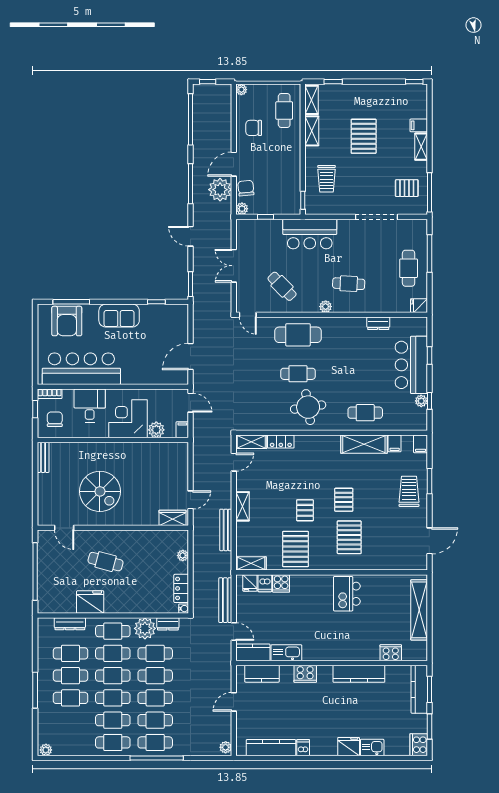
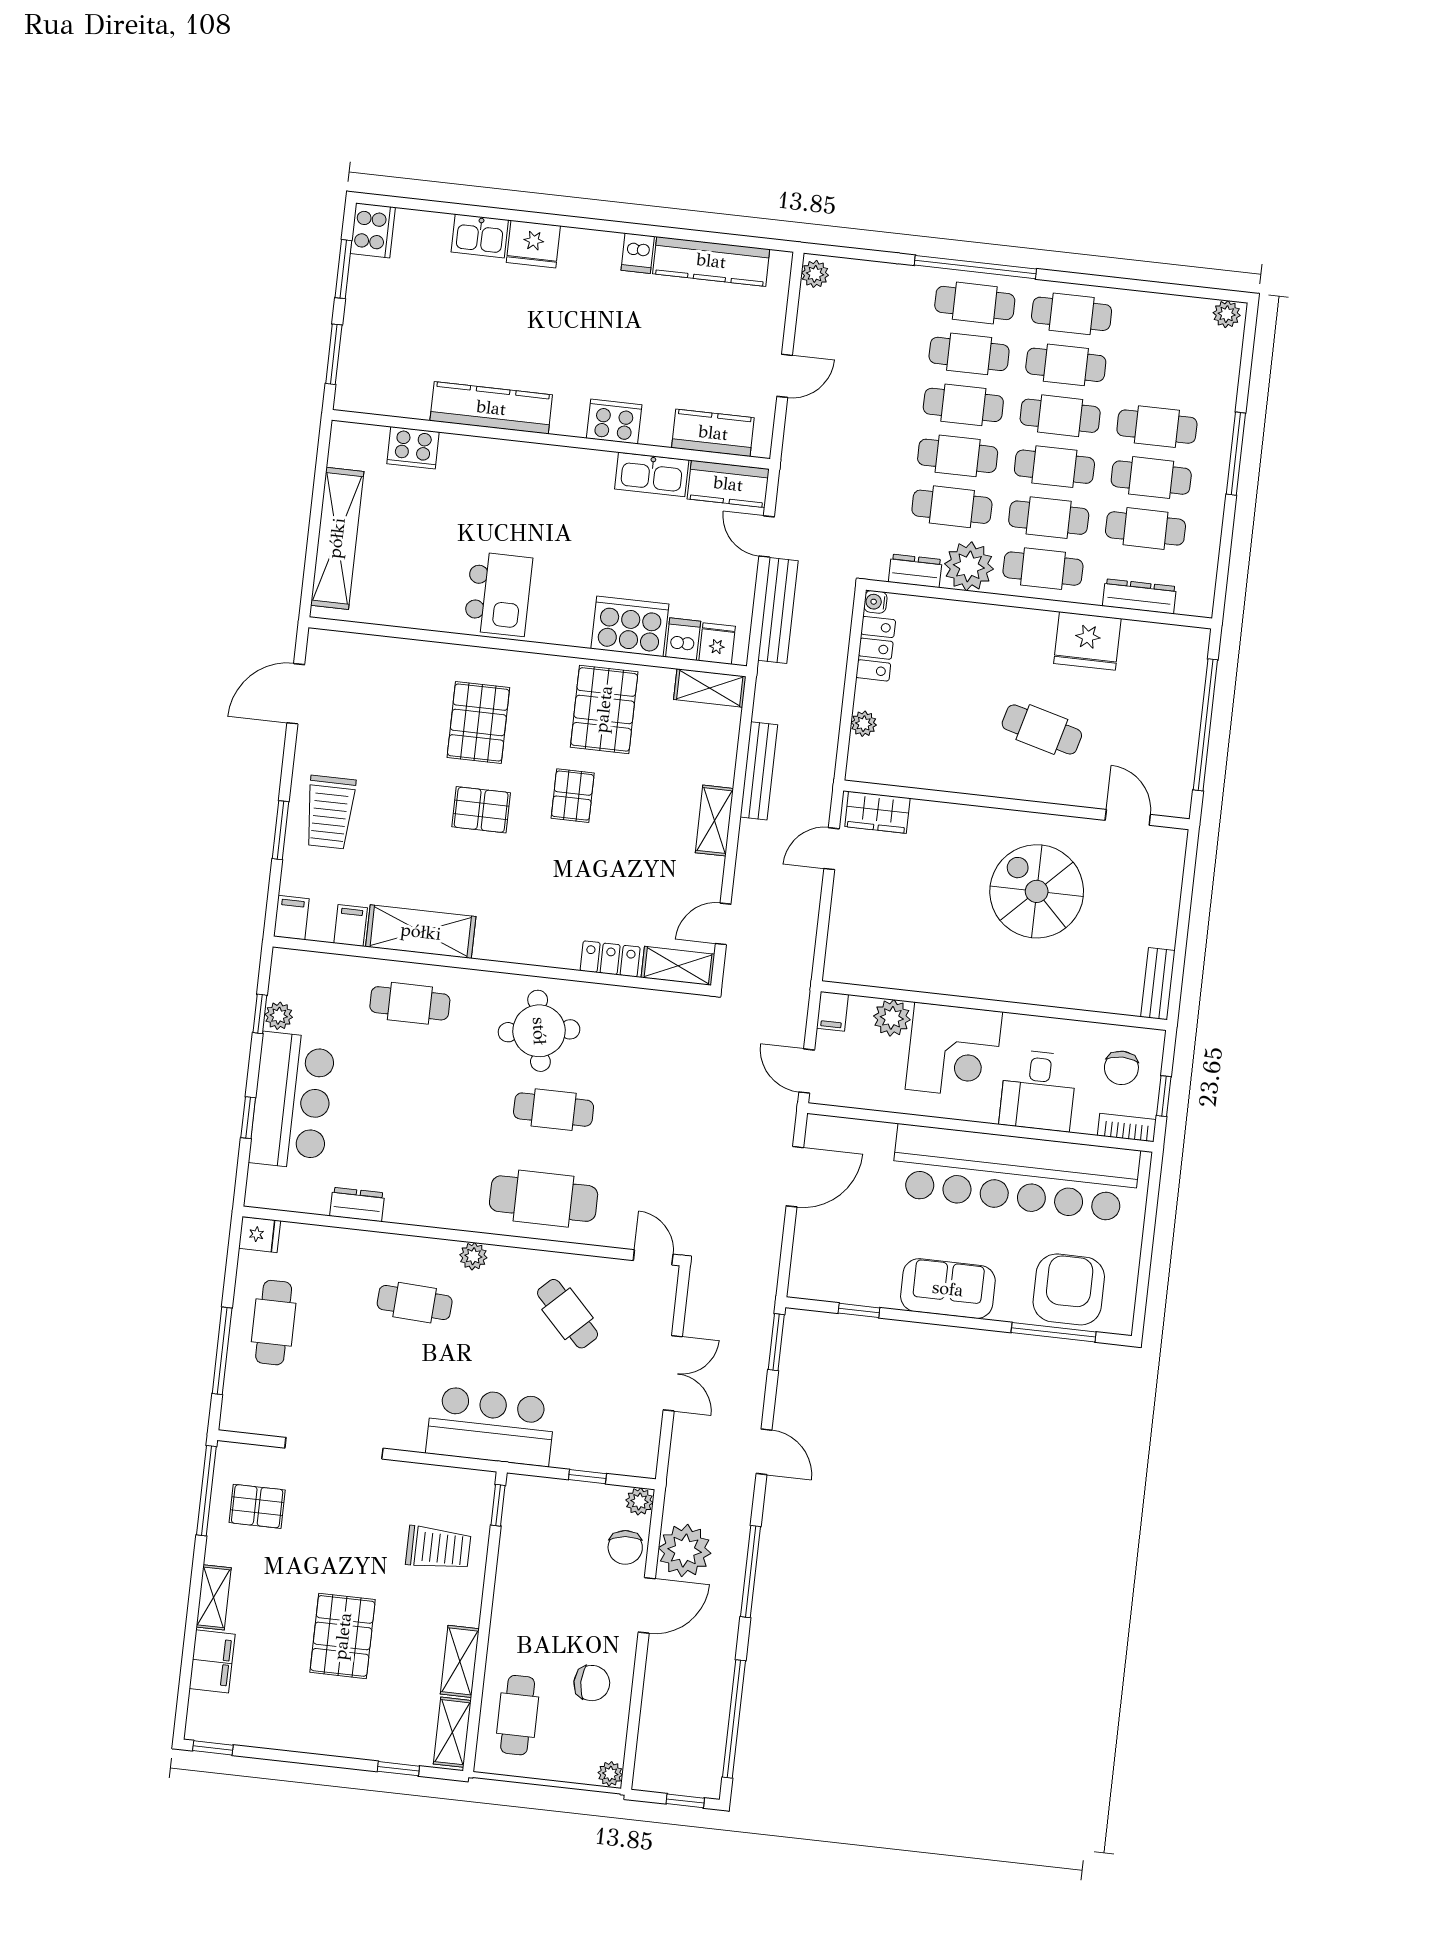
filing cabinet: (419, 125) -> (212, 1661), width x2.00
trolley: (327, 179) -> (438, 1548), turned 90
bar counter: (81, 369) -> (1015, 1173), width x1.36
pallet: (344, 500) -> (481, 810), turned 90
cooker: (281, 583) -> (630, 626), width x1.87, depth x1.31
kitchen counter: (419, 689) -> (357, 357), removed

